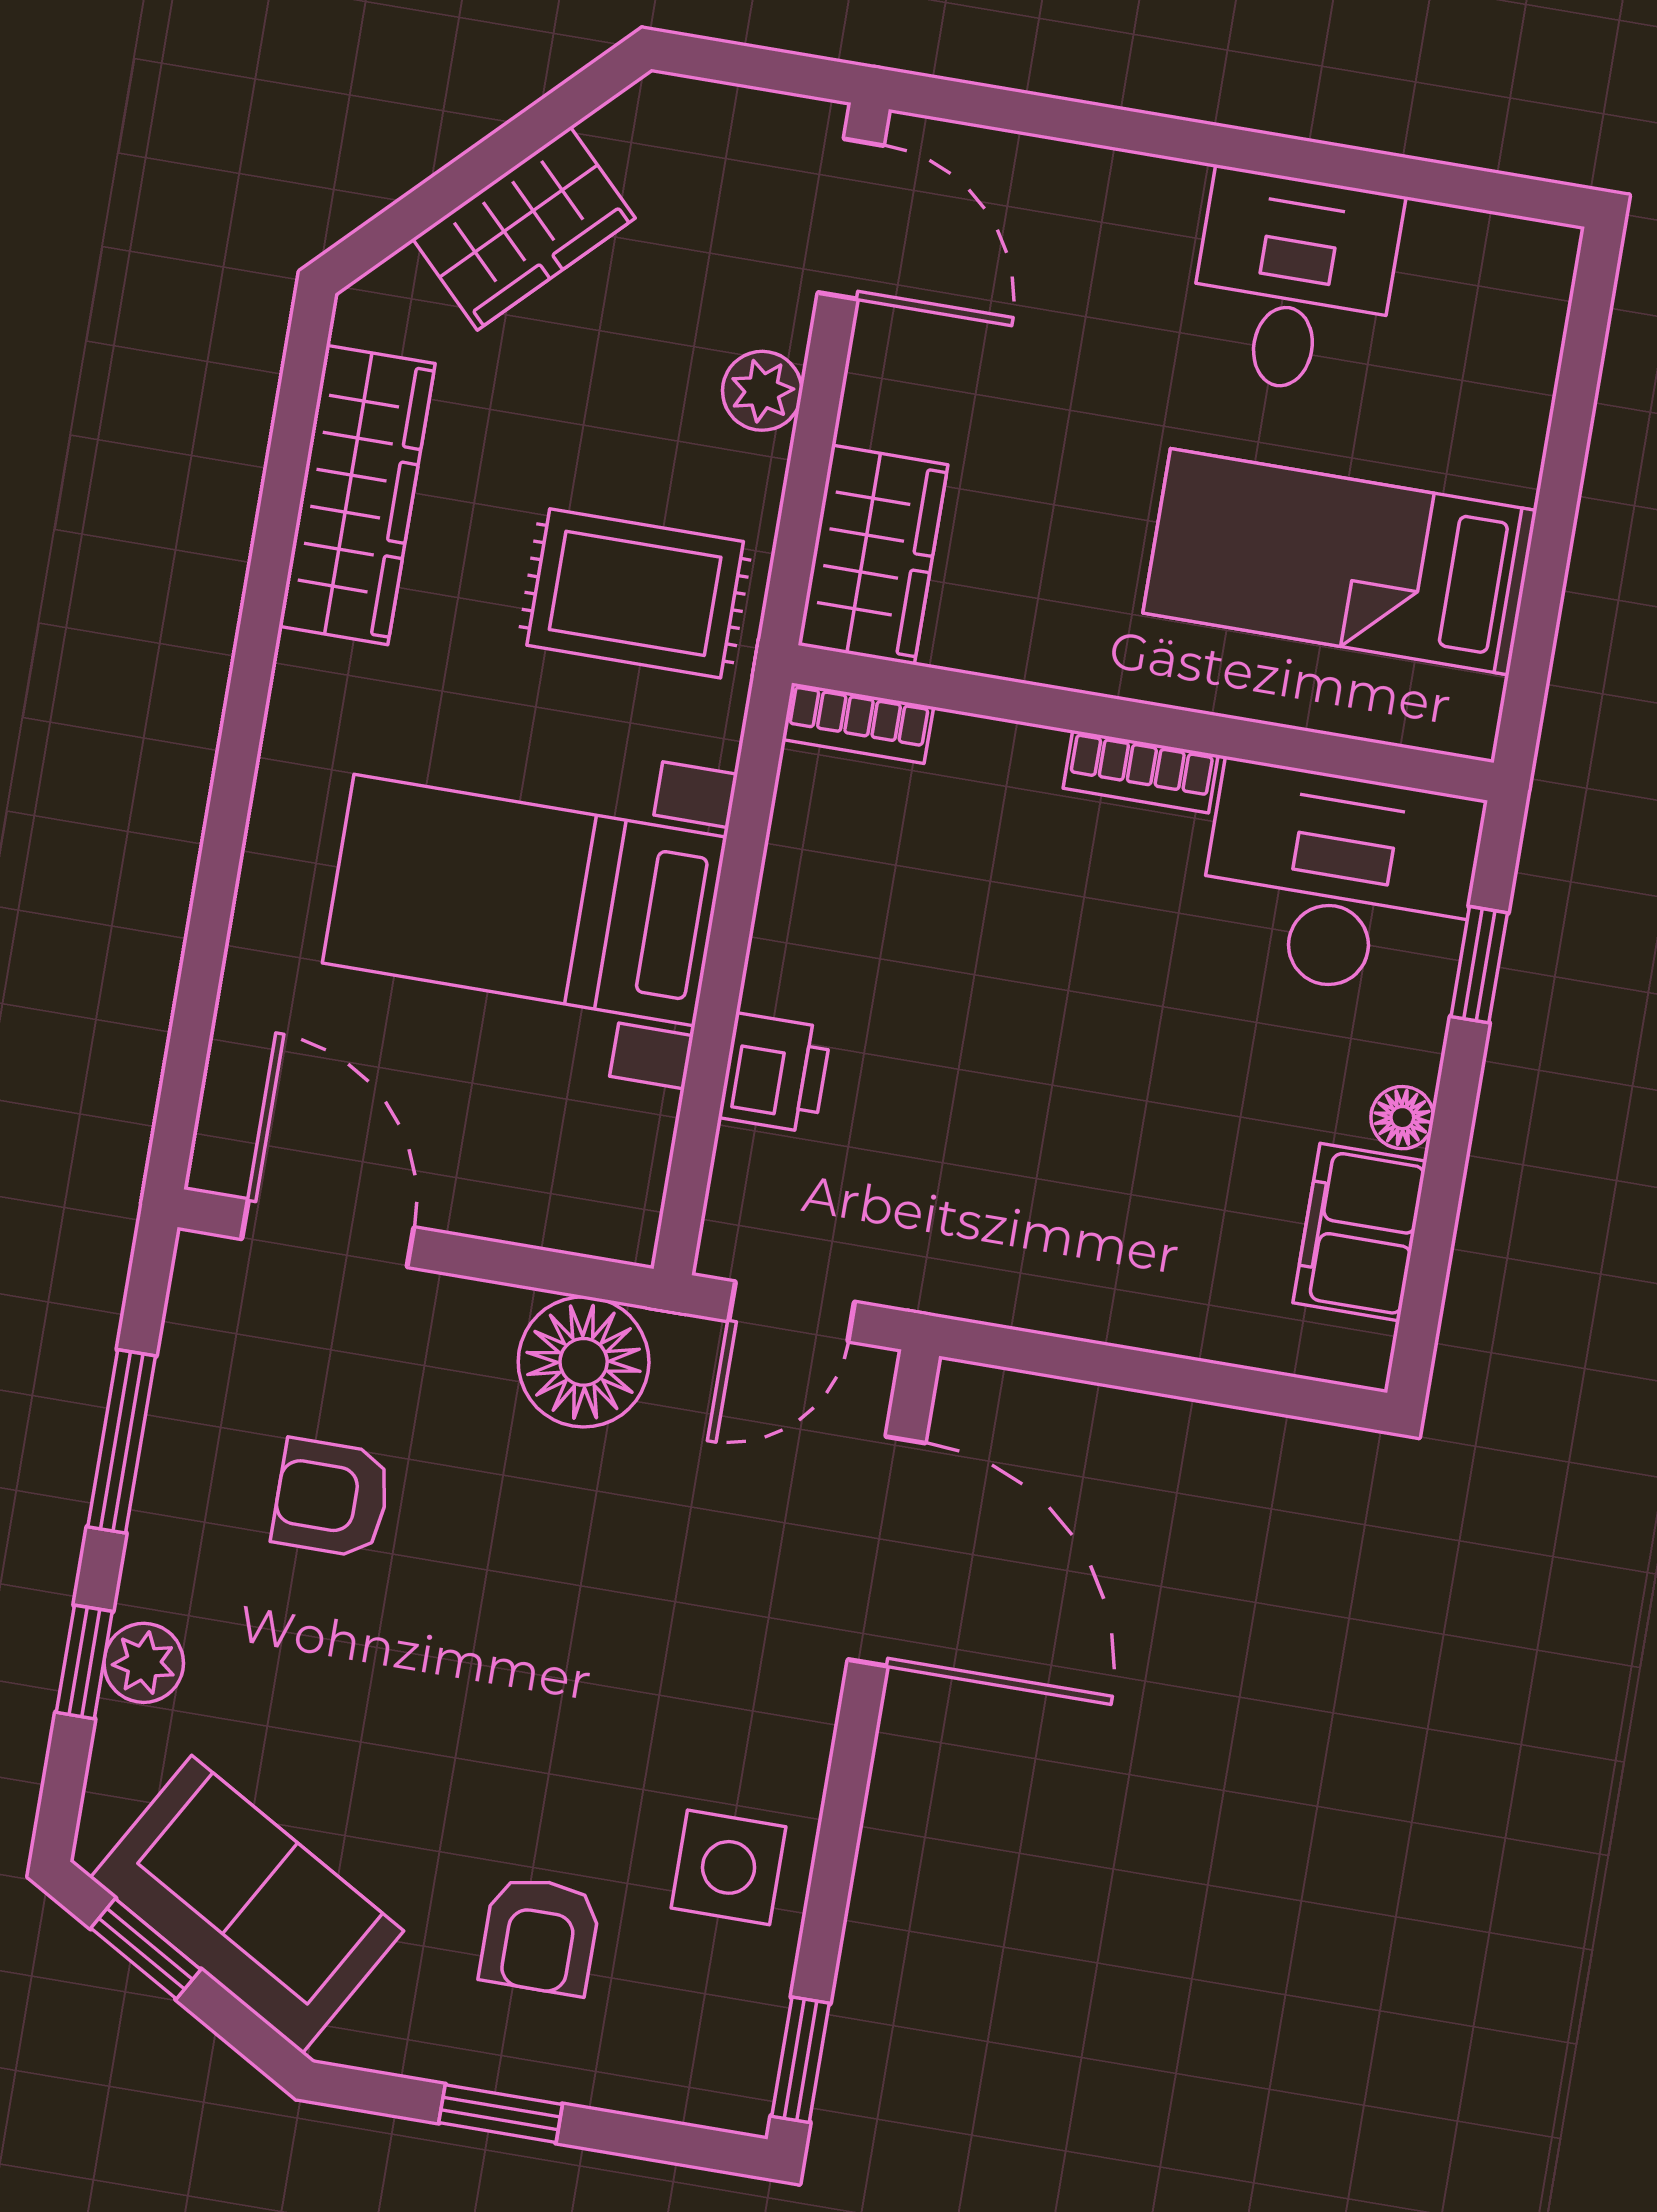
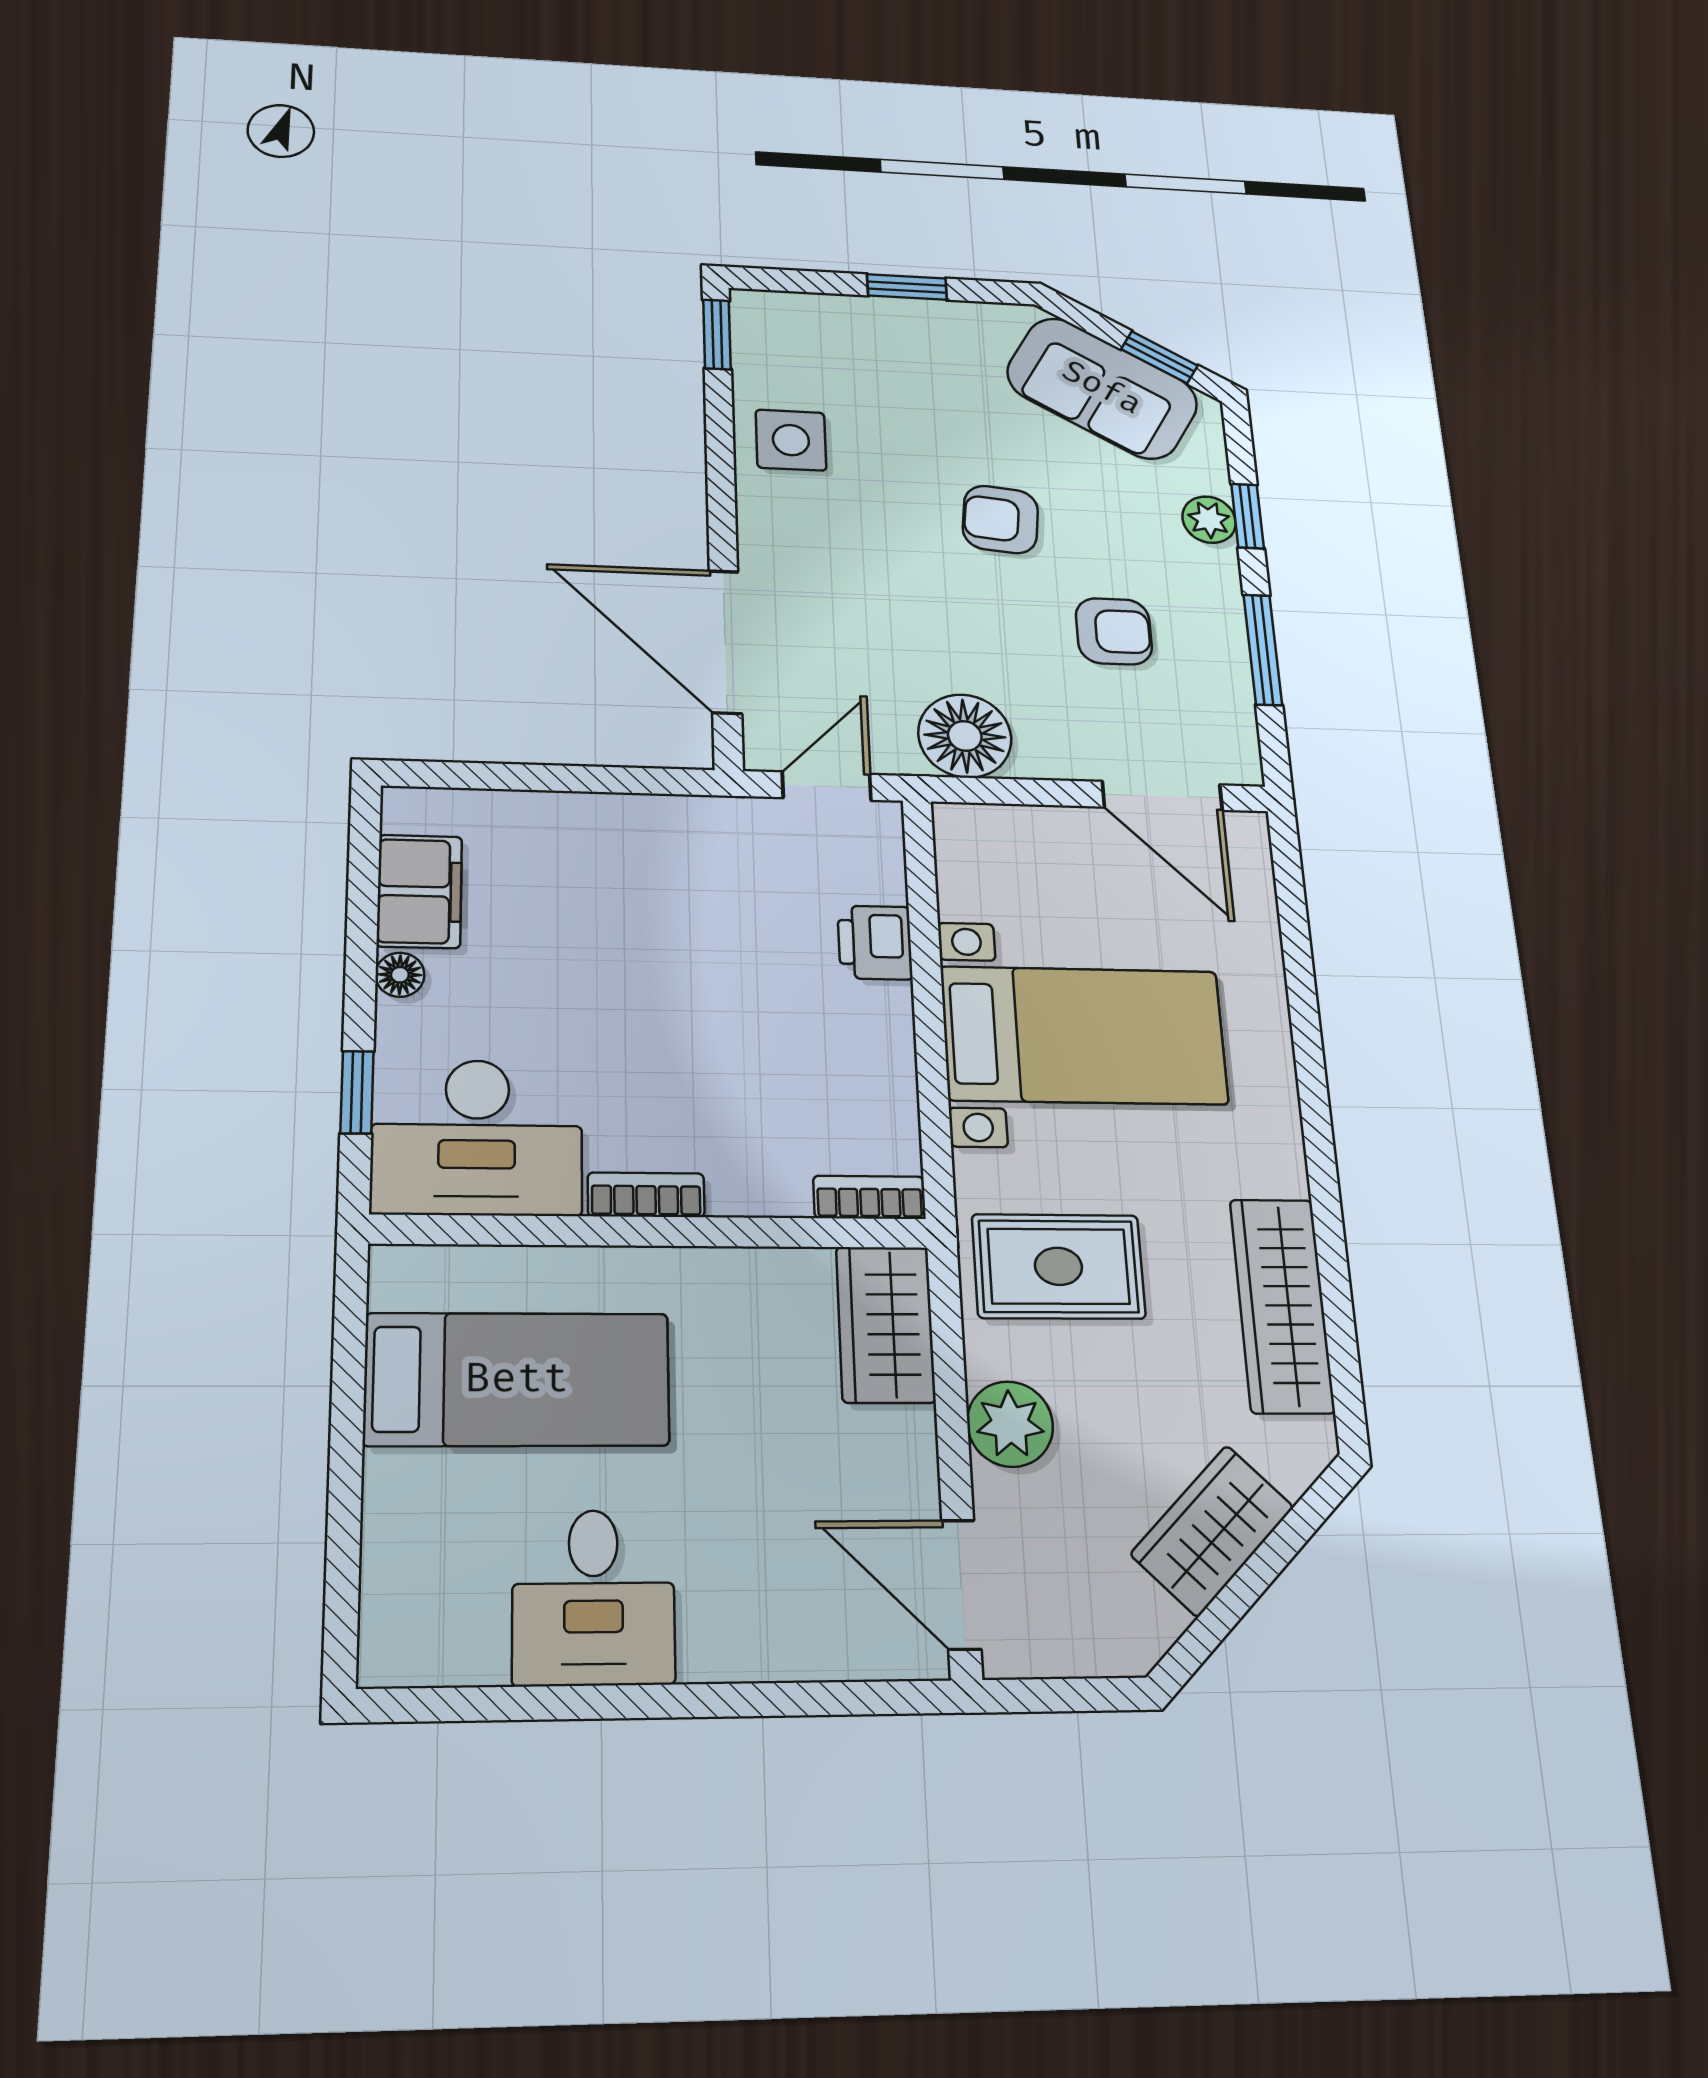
plant: (762, 391) -> (1010, 1424), width x1.38, depth x1.38
armchair: (540, 1936) -> (1000, 520), moved, turned -84

